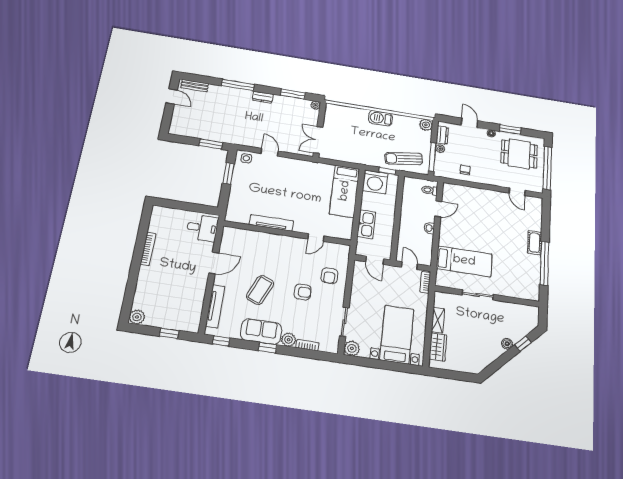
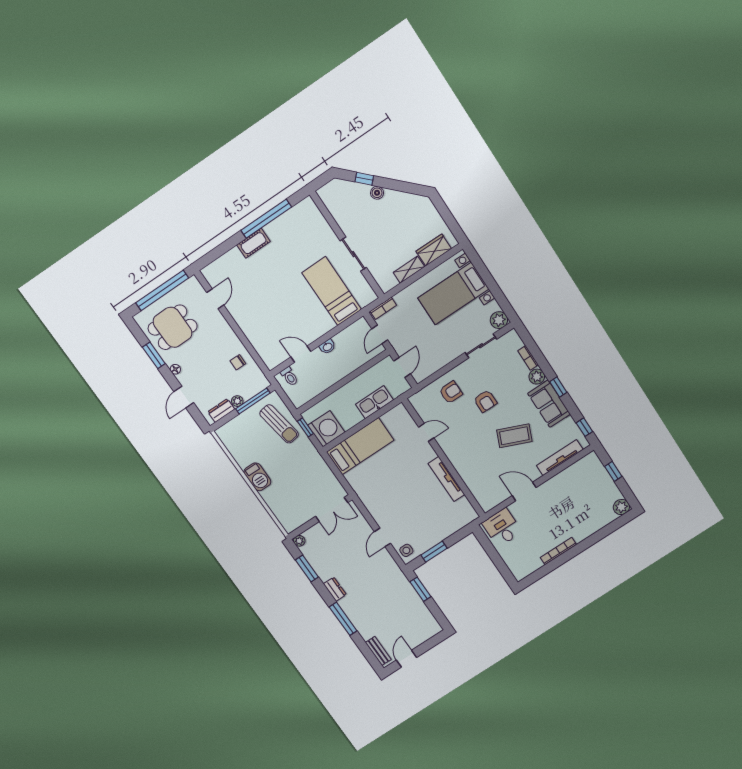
plant: (426, 125) -> (225, 433), removed
dining table: (519, 154) -> (173, 327), turned 90
armchair: (303, 292) -> (485, 401), turned 180

